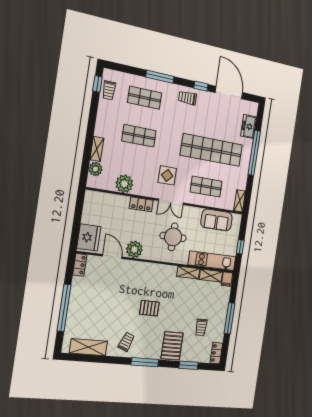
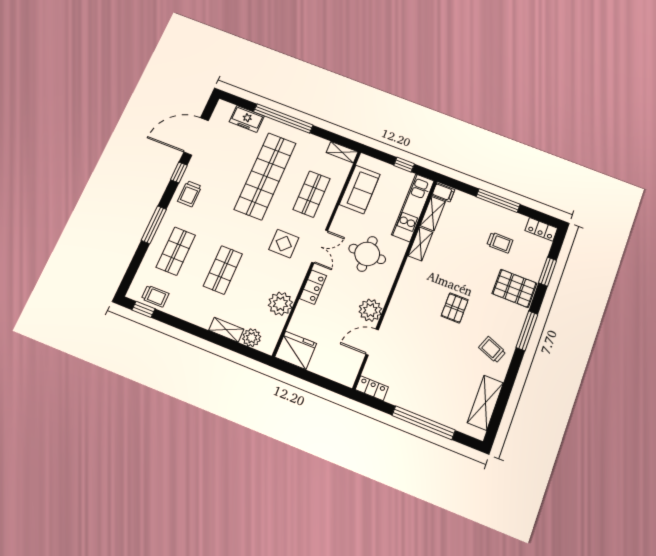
fridge: (89, 237) -> (296, 350), moved

